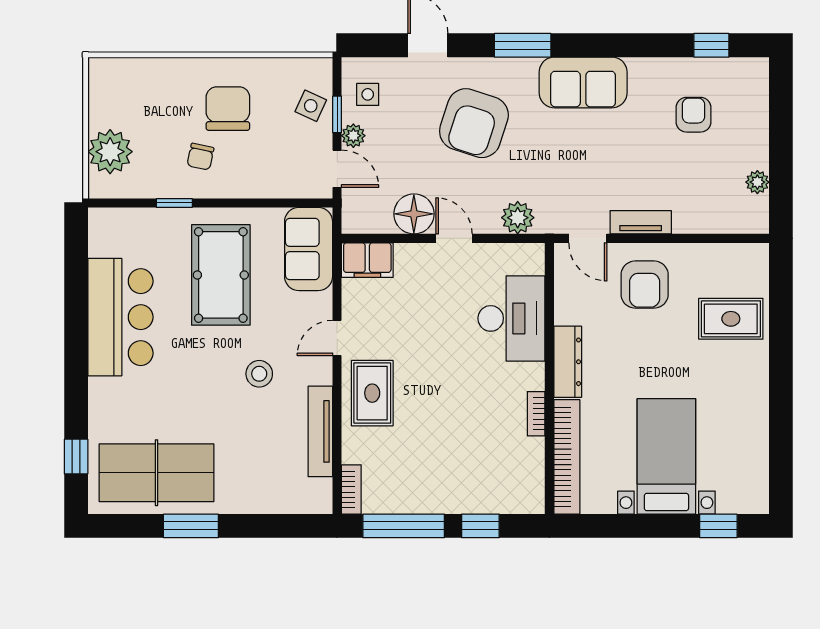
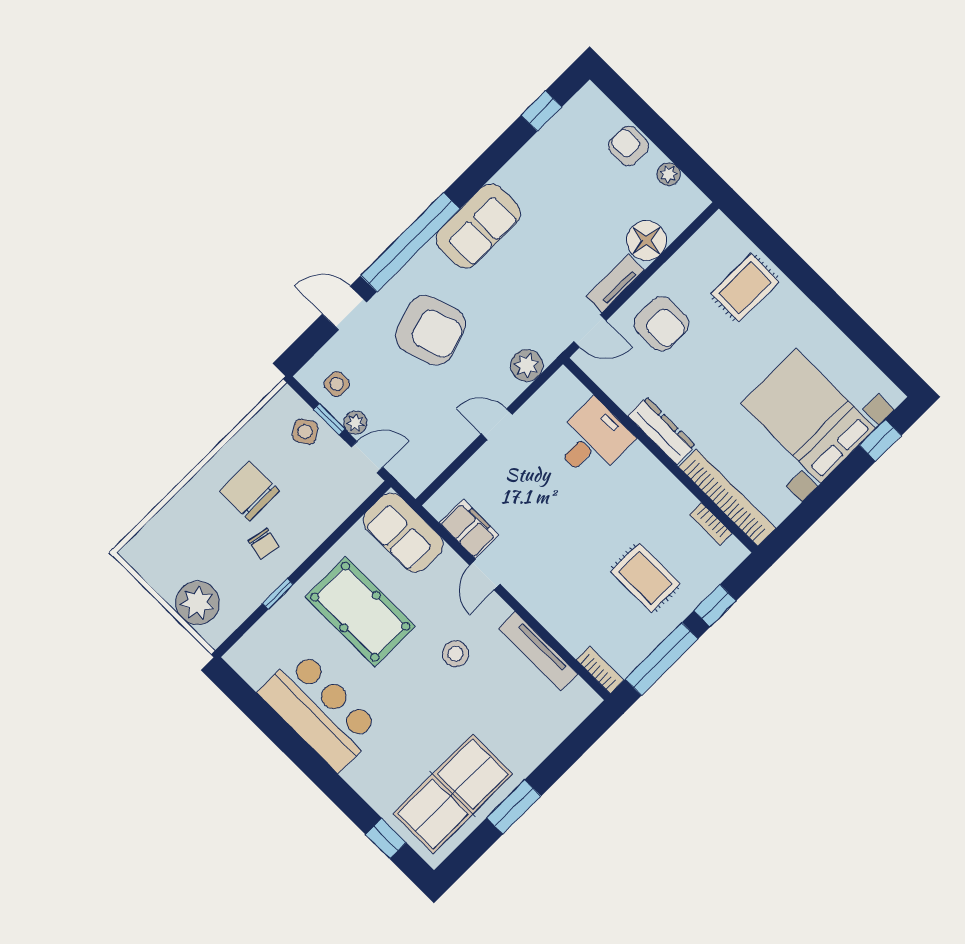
window: (523, 45) -> (410, 242), width x2.11
side table: (311, 106) -> (305, 432), turned 31
armchair: (693, 115) -> (628, 146), moved
armchair: (474, 123) -> (431, 330), turned -36
floor lamp: (414, 214) -> (646, 241), moved
filing cabinet: (367, 260) -> (469, 529), moved, turned -90
desk: (511, 318) -> (592, 440), width x0.73
rug: (372, 393) -> (645, 578), moved
bookcase: (536, 414) -> (711, 524), moved
bed with nightstands: (666, 456) -> (808, 416), width x1.36

